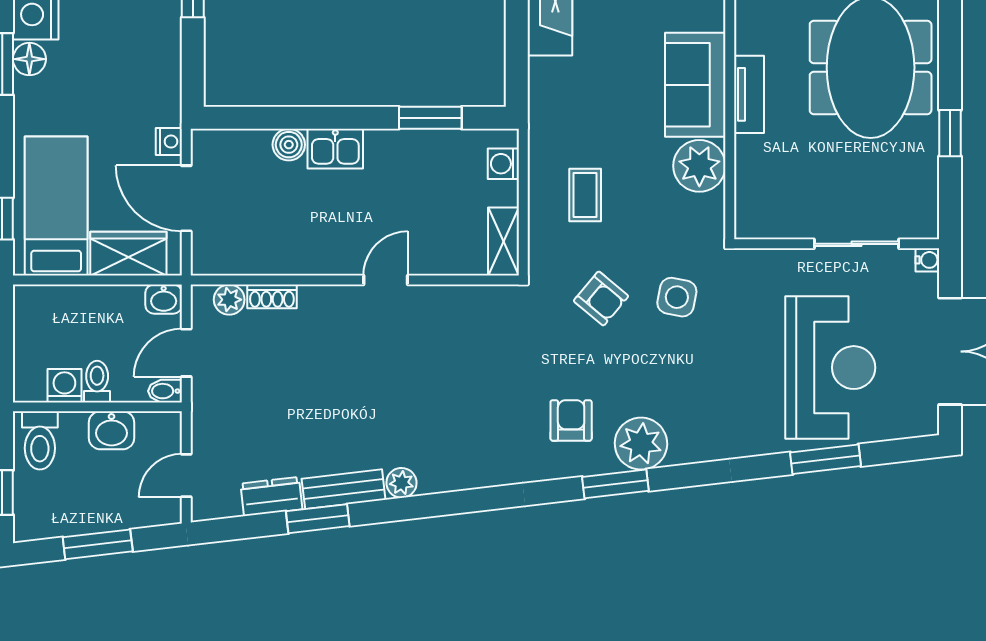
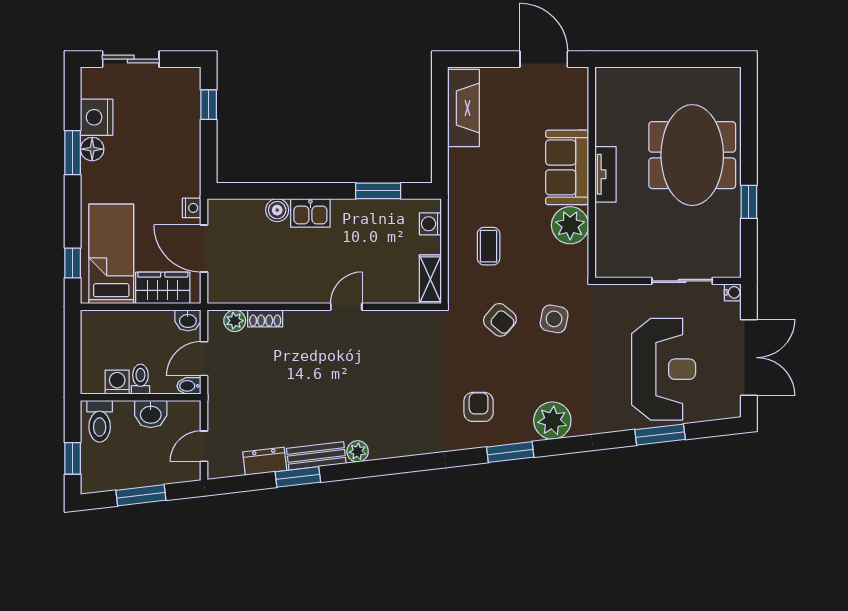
plant: (641, 444) -> (552, 421), moved

